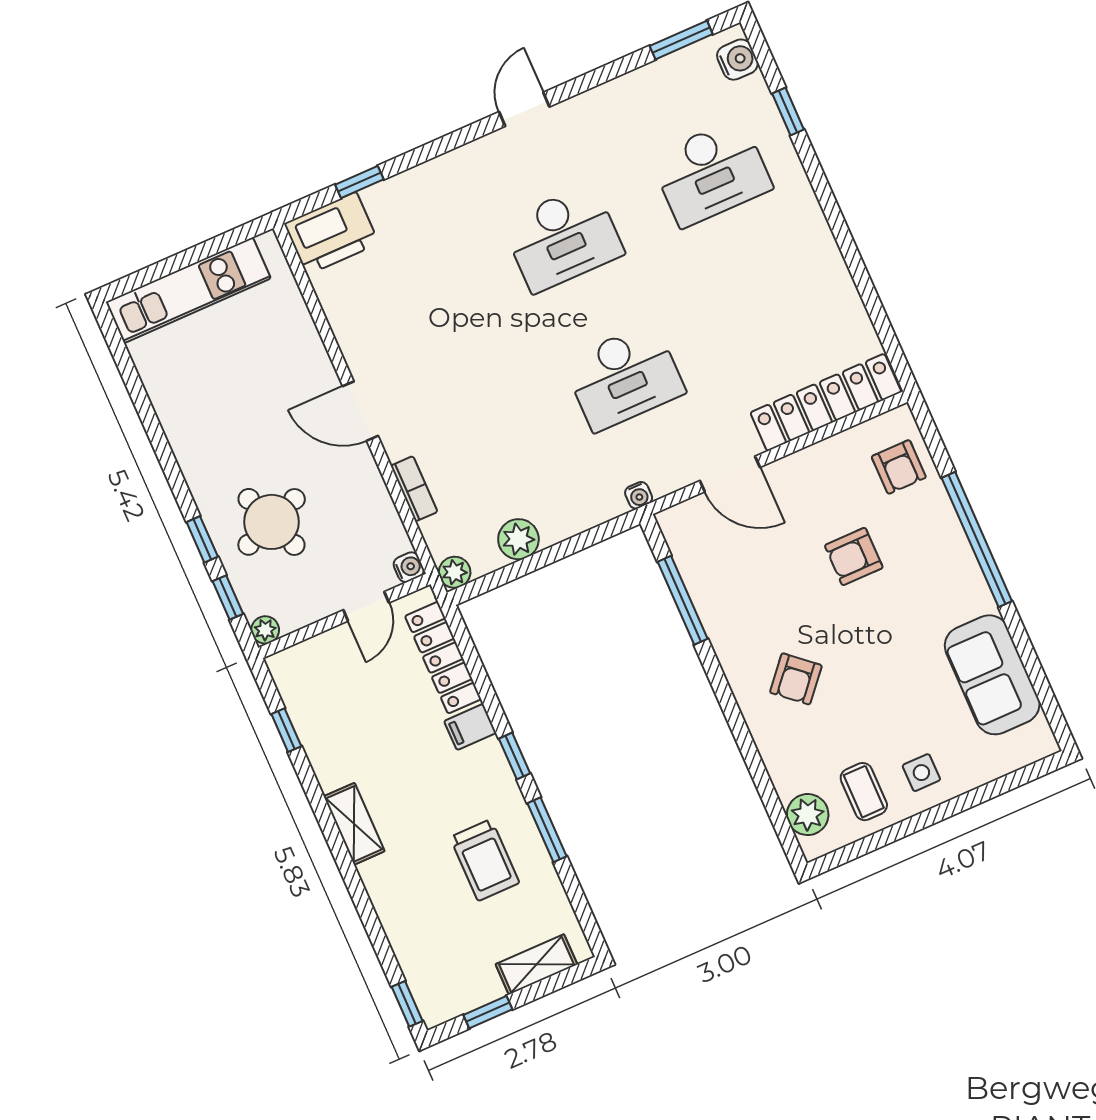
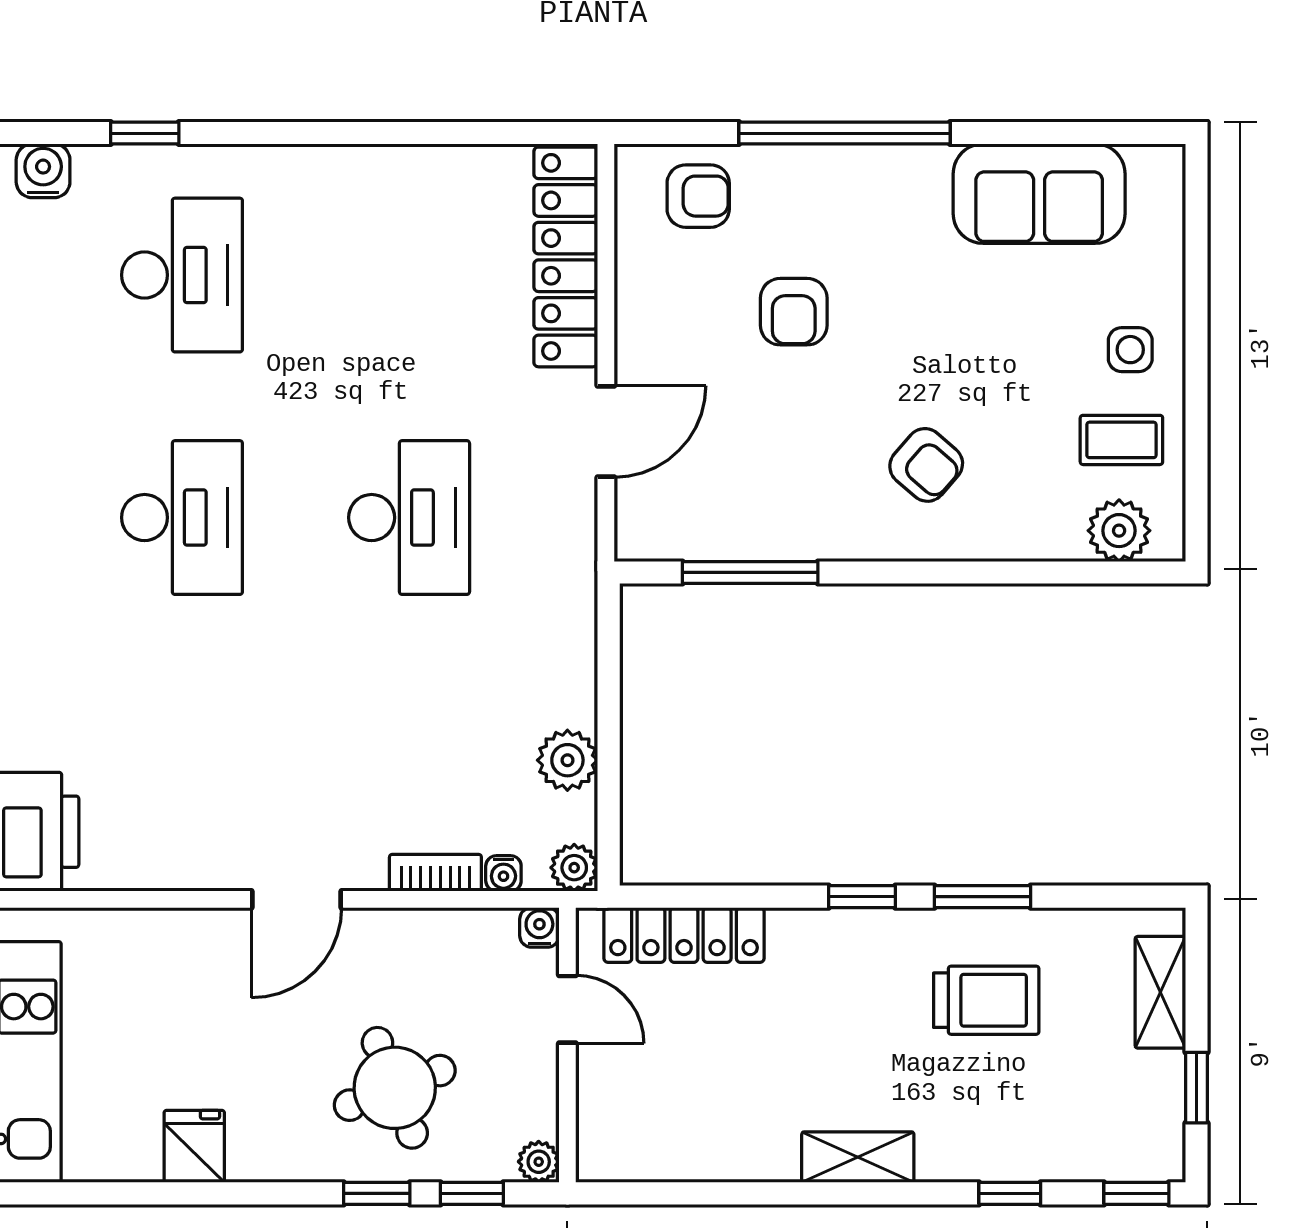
fridge: (182, 415) -> (194, 1146), added
water cooler: (639, 495) -> (503, 873), moved, turned 90
filing cabinet: (470, 727) -> (795, 940), removed
window: (286, 730) -> (1010, 1193), moved

